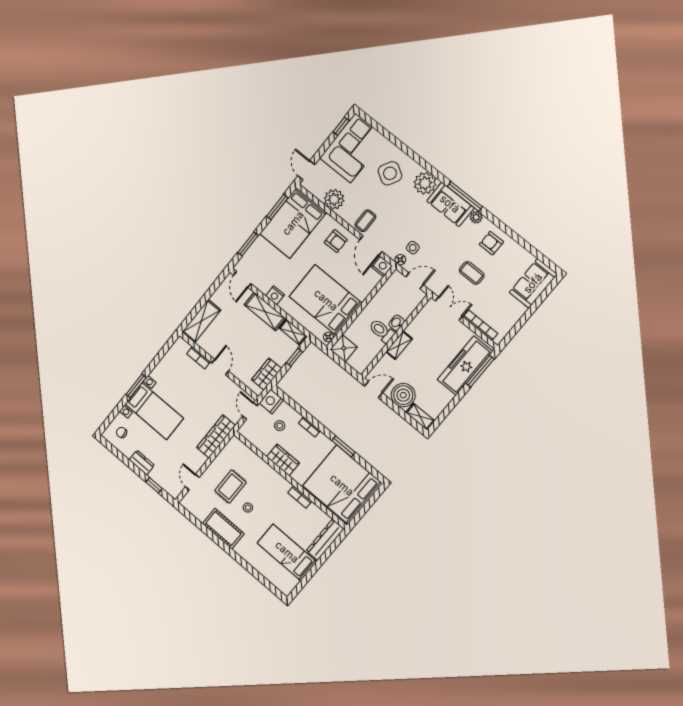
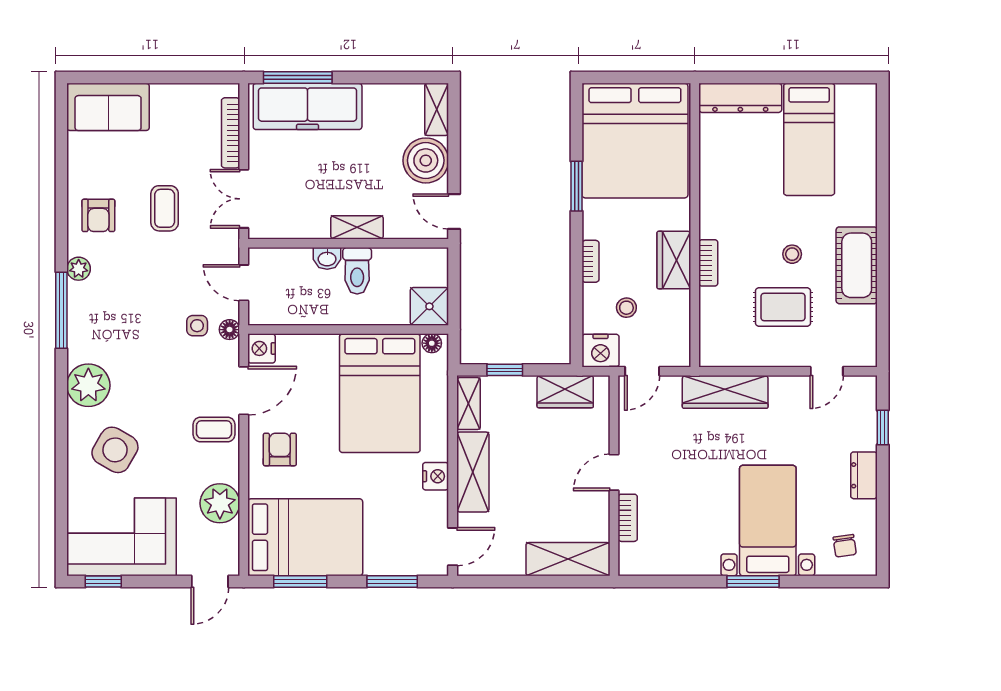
sofa: (450, 204) -> (90, 322), removed
bookcase: (300, 497) -> (708, 263), moved

